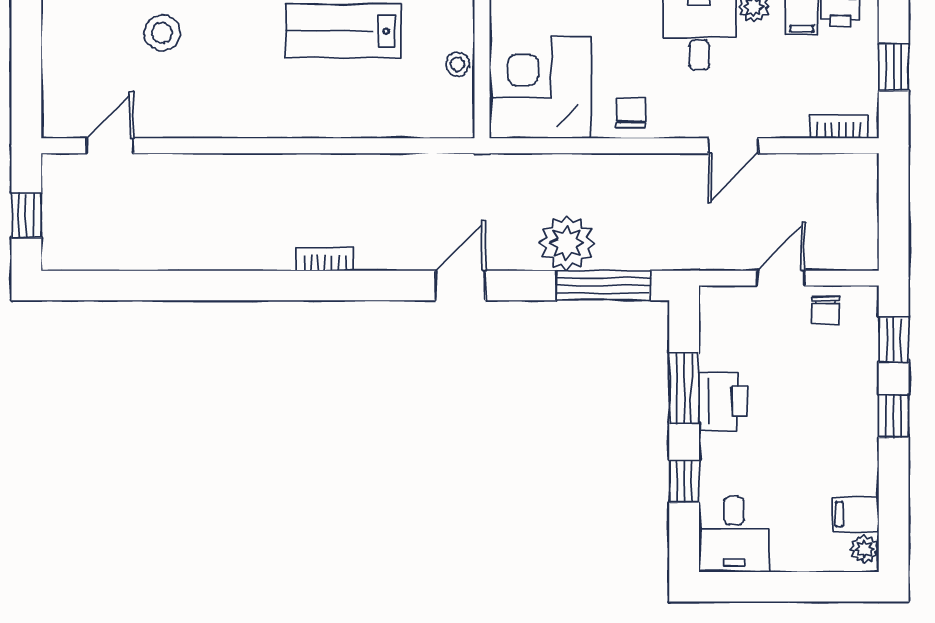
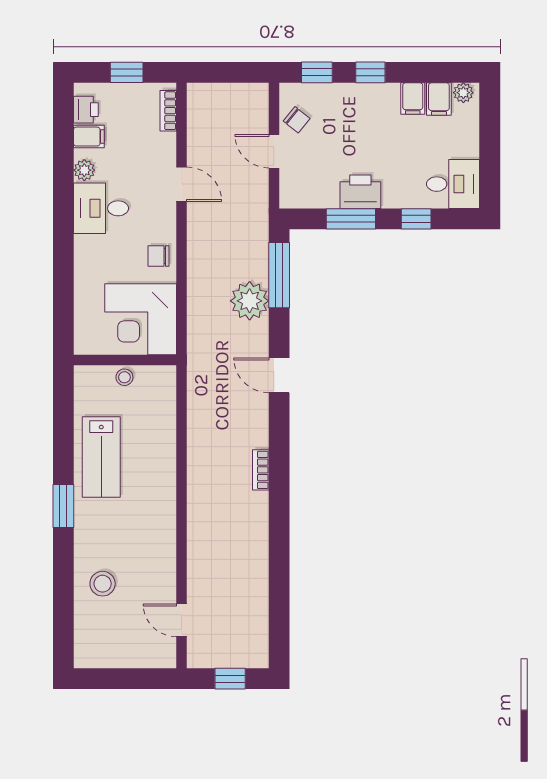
chair: (826, 310) -> (297, 120), turned 39
filing cabinet: (856, 477) -> (413, 98), added

